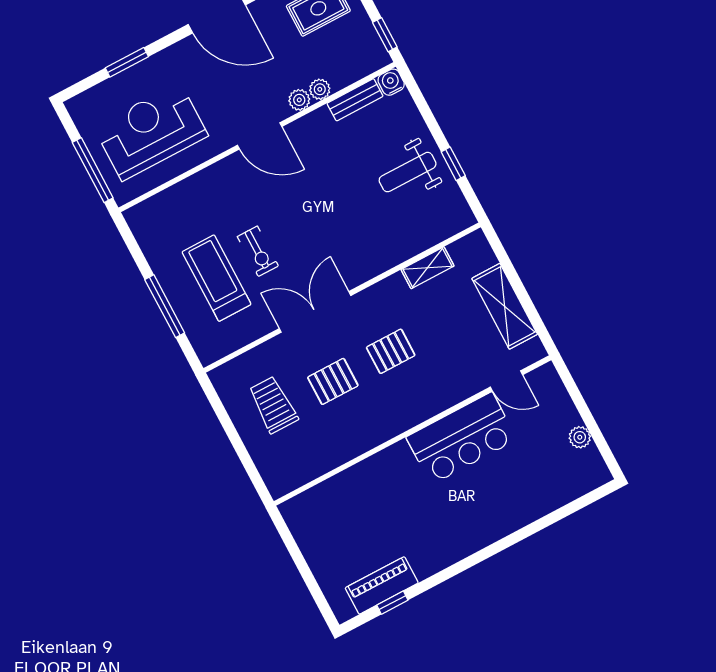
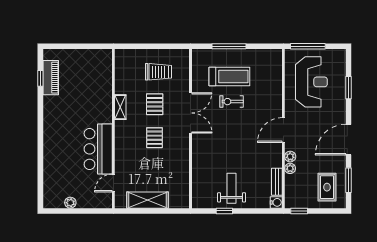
shelving: (428, 268) -> (120, 107), moved

